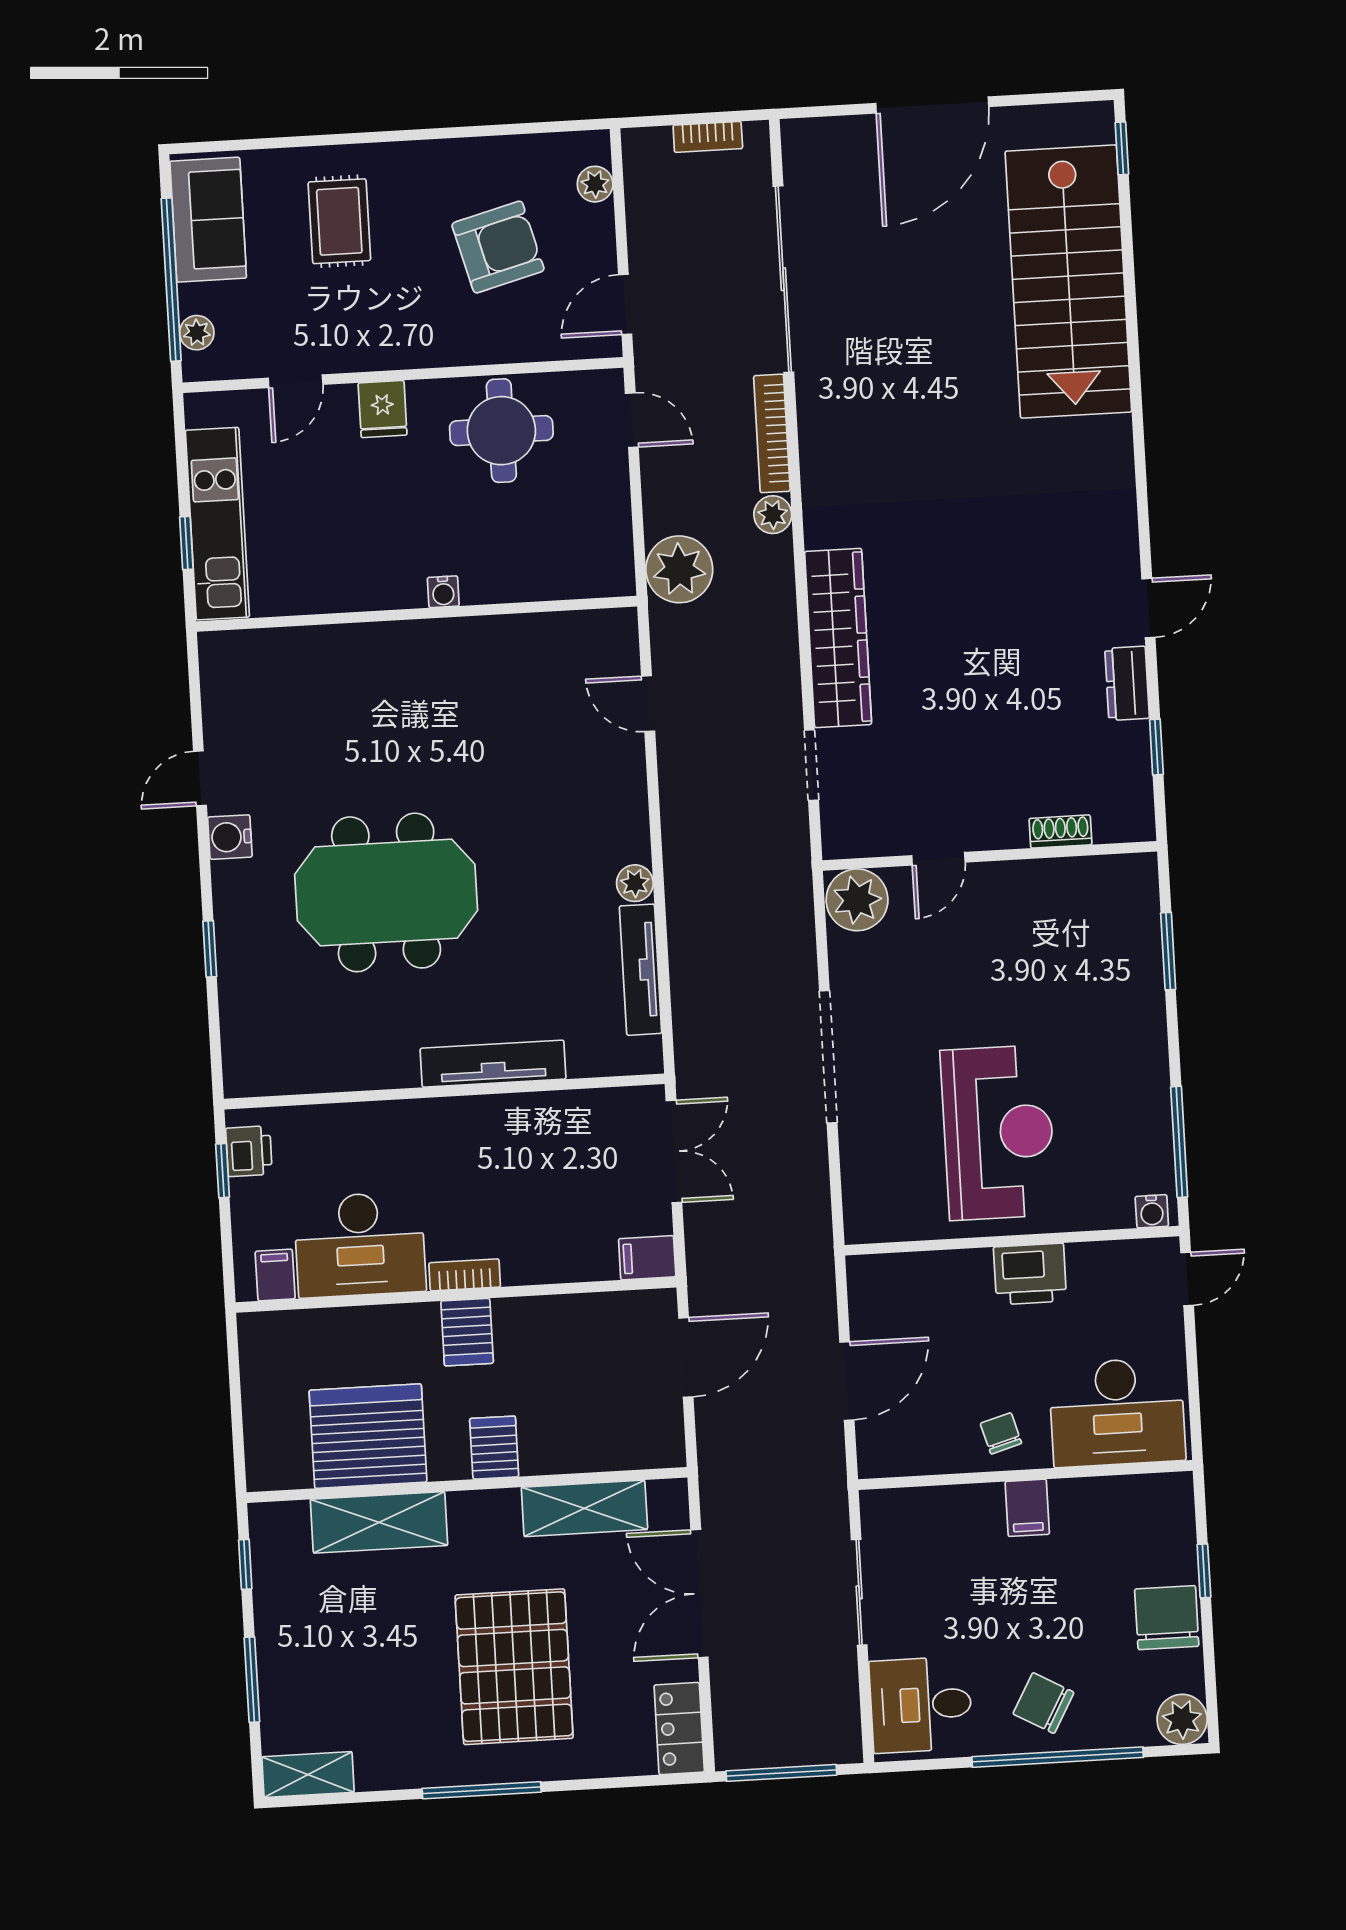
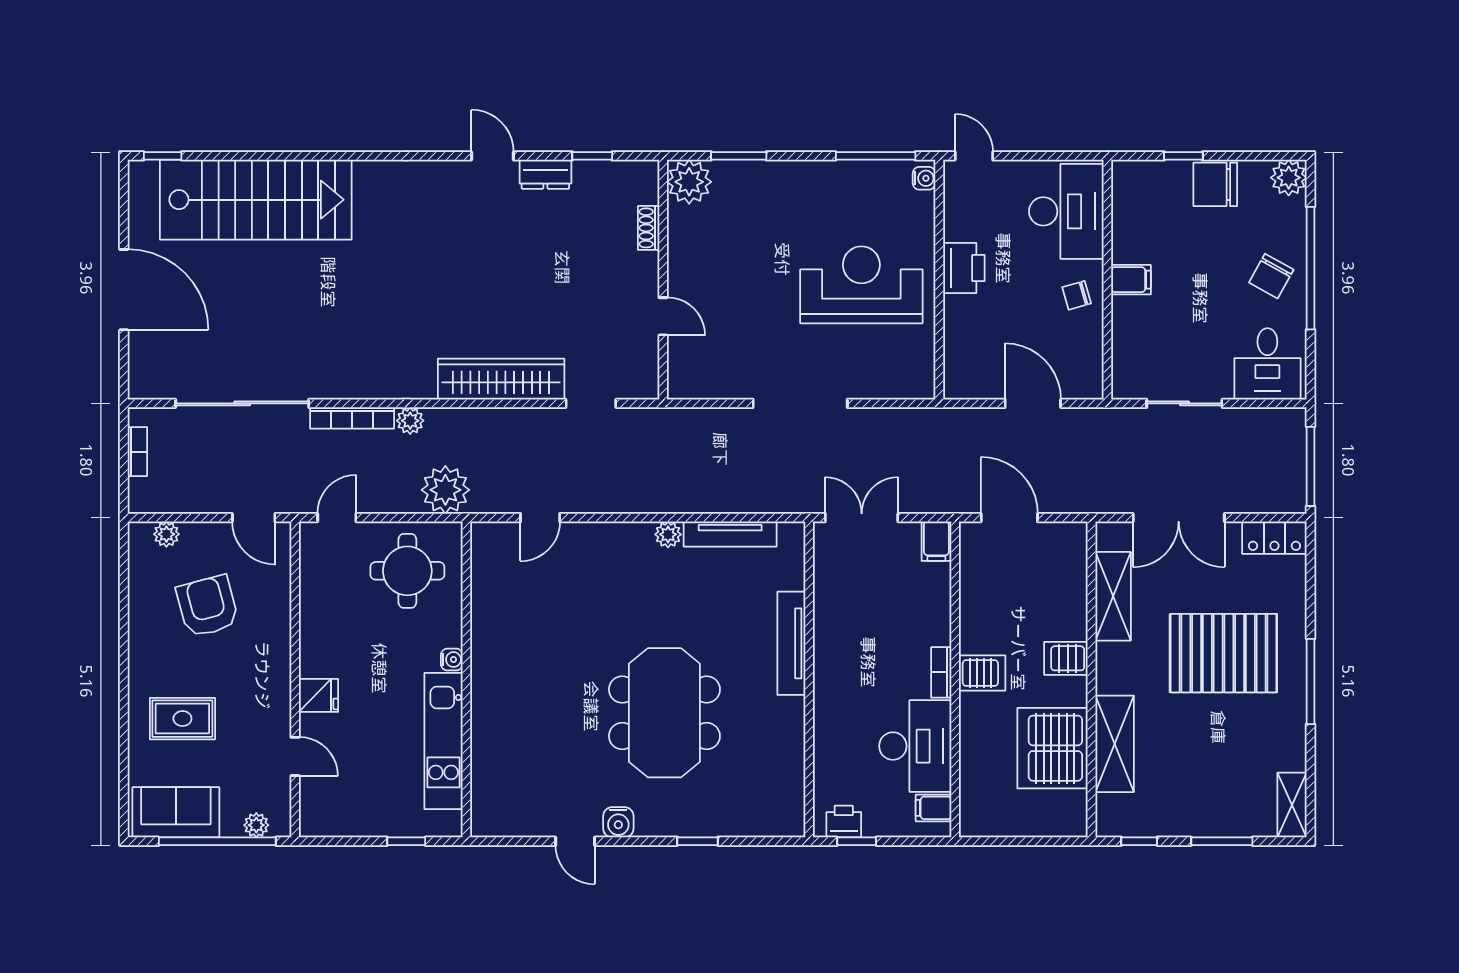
round table: (501, 431) -> (407, 571), moved
kitchen unit: (217, 524) -> (443, 741), moved, turned -90
plant: (857, 900) -> (689, 182), moved

